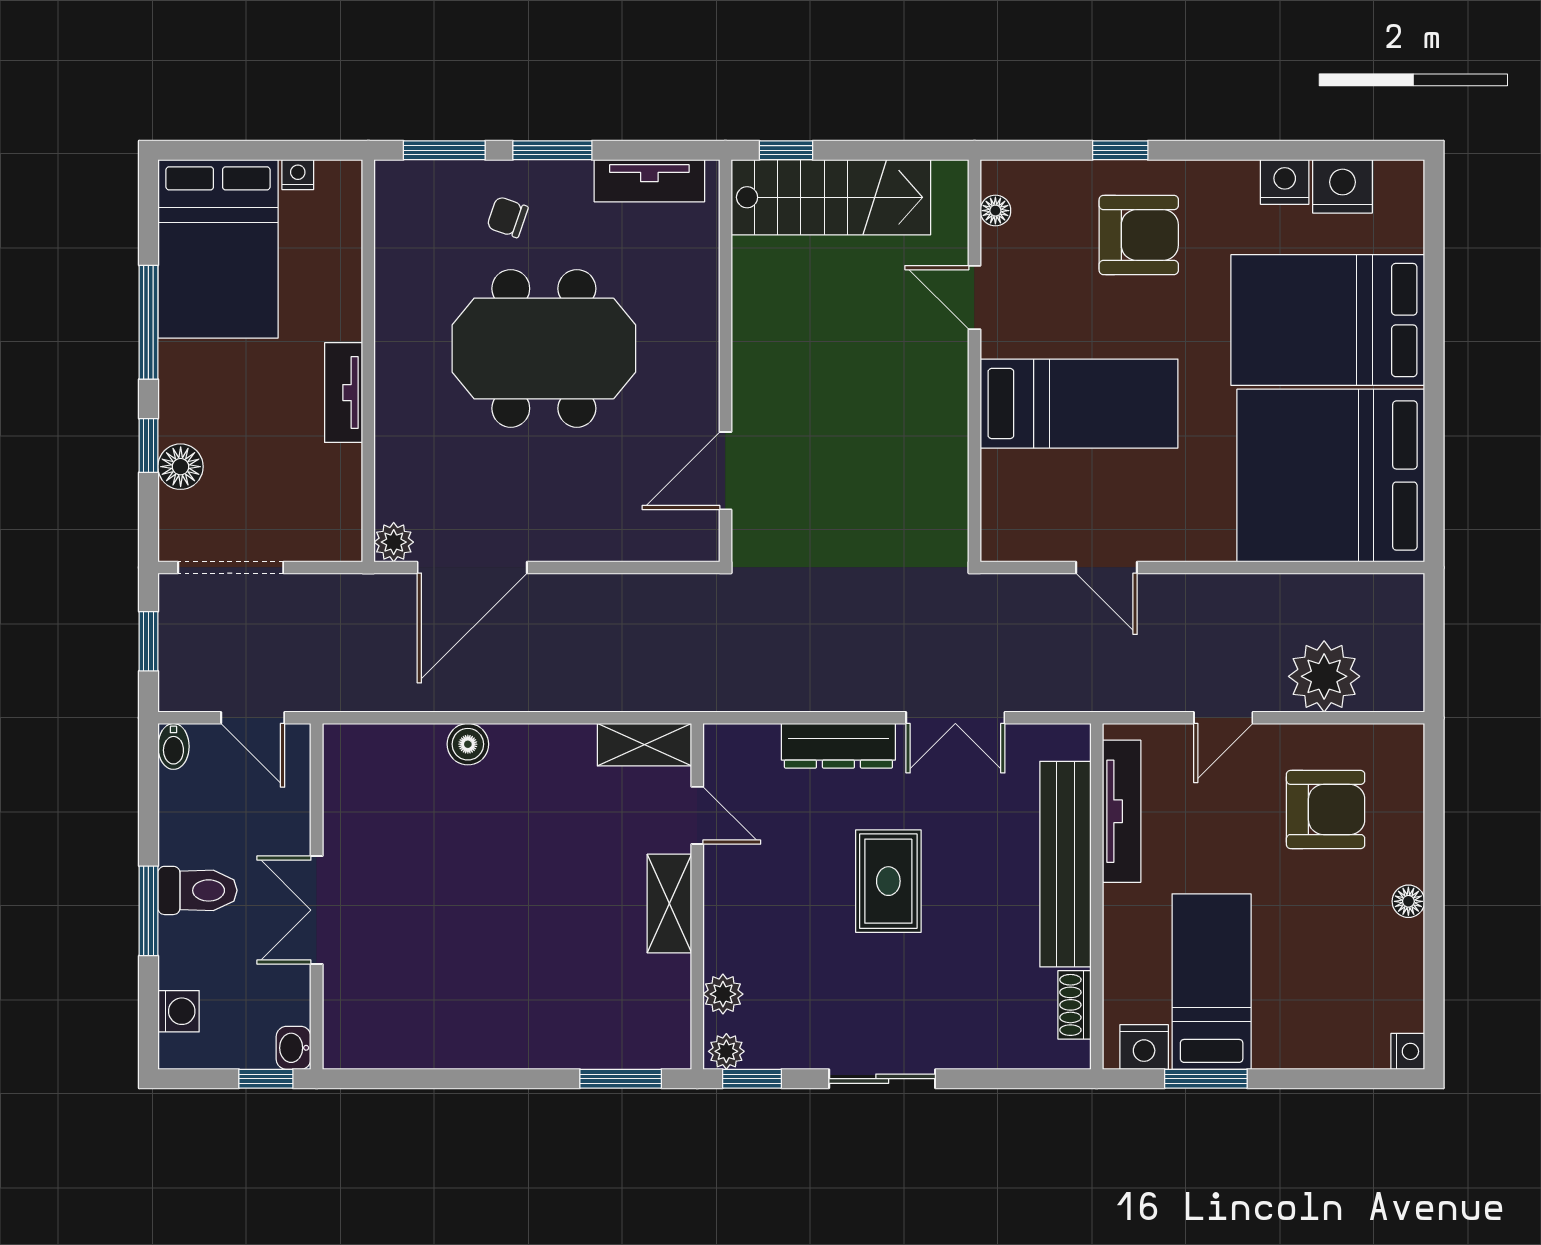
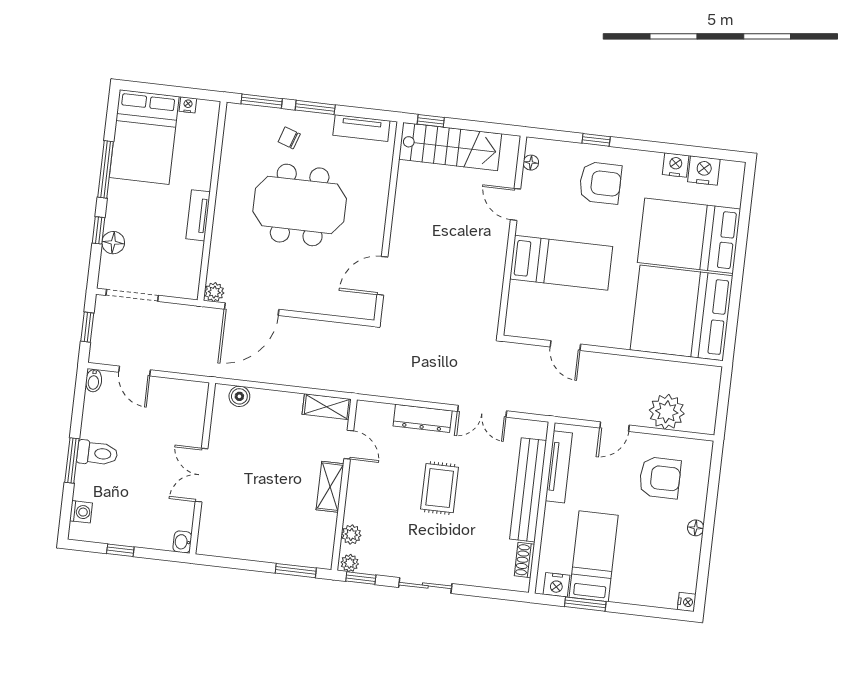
wall: (317, 896) -> (202, 468), moved
double door: (317, 910) -> (202, 475), moved
washbasin: (294, 1048) -> (182, 542), moved

